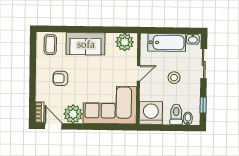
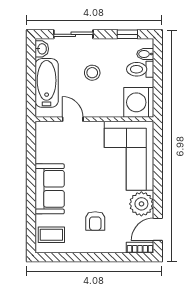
plant: (125, 42) -> (47, 138), removed
door: (138, 73) -> (73, 119), moved

